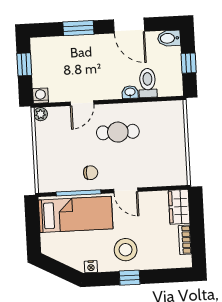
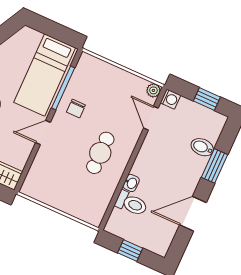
bidet: (169, 38) -> (202, 147), moved, turned -90
door: (82, 103) -> (151, 118), moved

